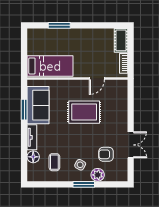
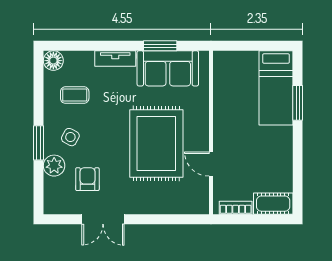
bed: (50, 66) -> (276, 88), moved
rug: (84, 112) -> (156, 143), width x1.37, depth x1.44
floor lamp: (33, 157) -> (53, 61), moved

